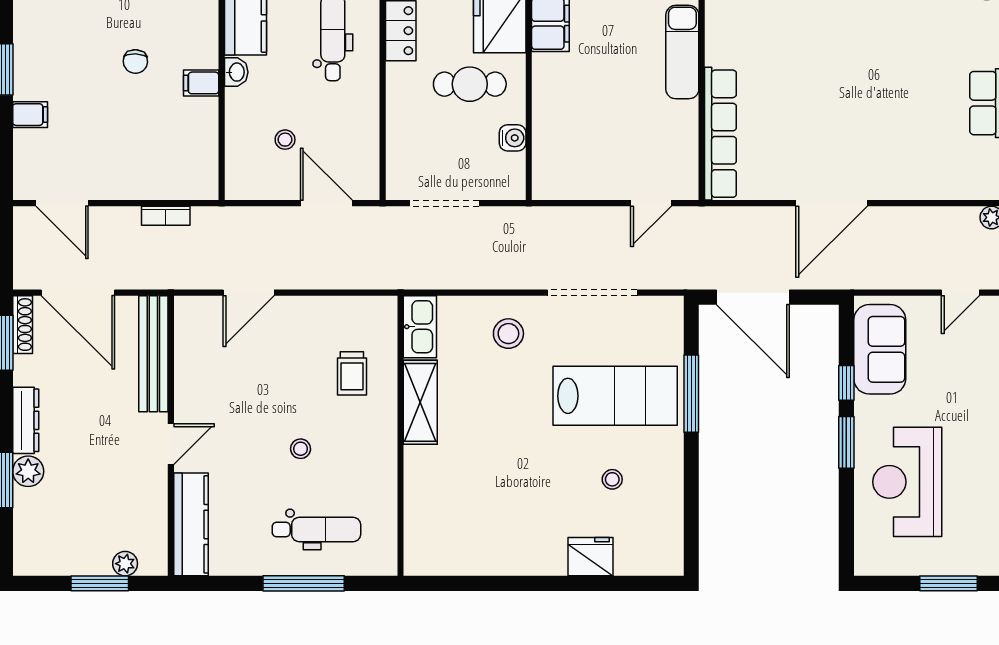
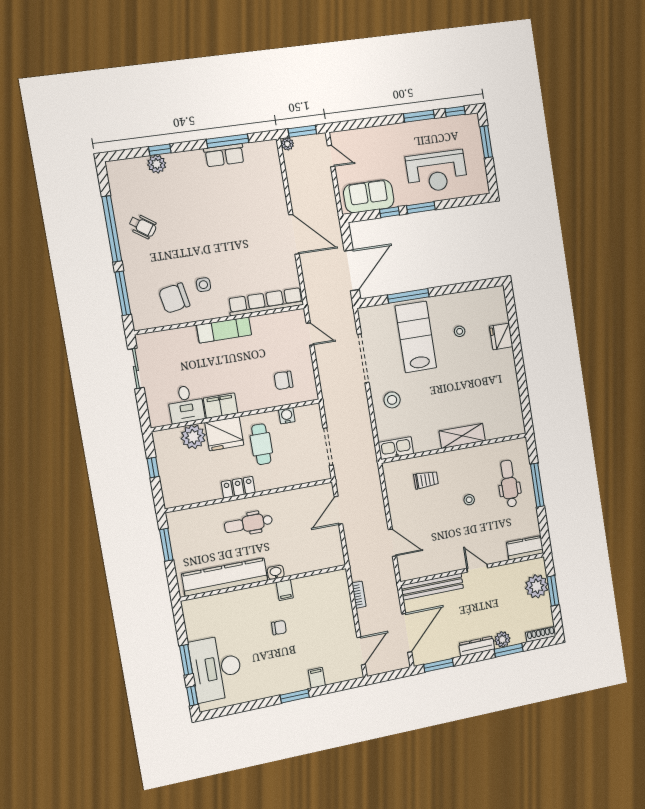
side table: (767, 29) -> (203, 285), added
stool: (285, 140) -> (308, 539), removed
chair: (577, 142) -> (283, 380), added
shoe rack: (23, 325) -> (541, 634), moved
shelving: (420, 402) -> (462, 436), moved
kitchen counter: (191, 524) -> (525, 548), width x0.67
plant: (125, 564) -> (537, 586), width x1.88, depth x1.88

